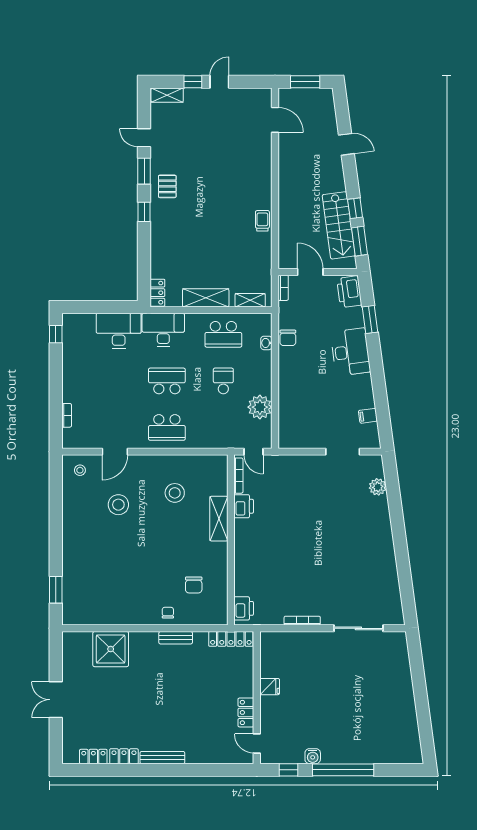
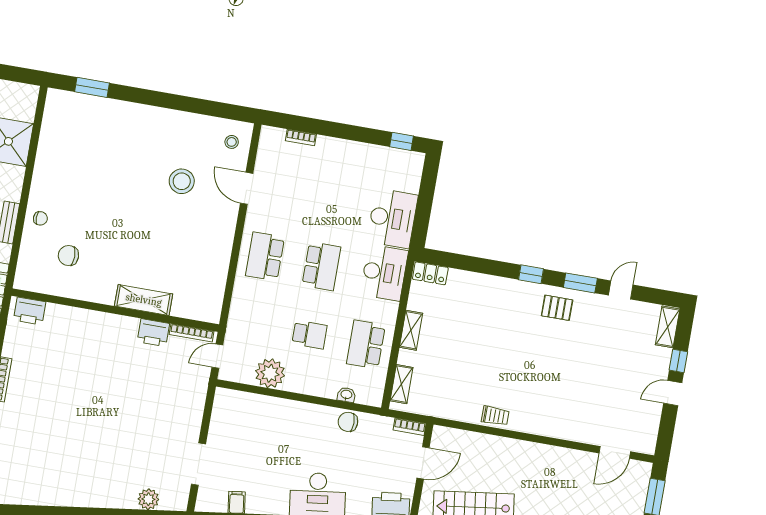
door: (219, 82) -> (673, 393), swing flipped
shelving: (206, 298) -> (411, 330), width x0.67, depth x0.75
stool: (175, 493) -> (184, 252), removed

